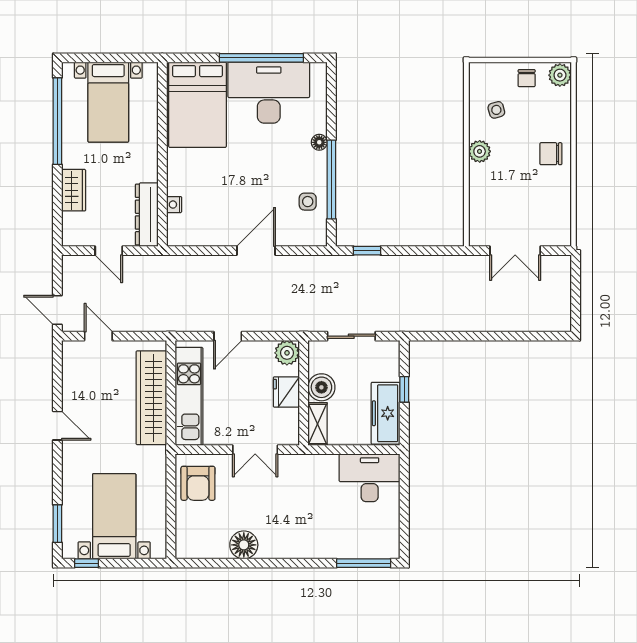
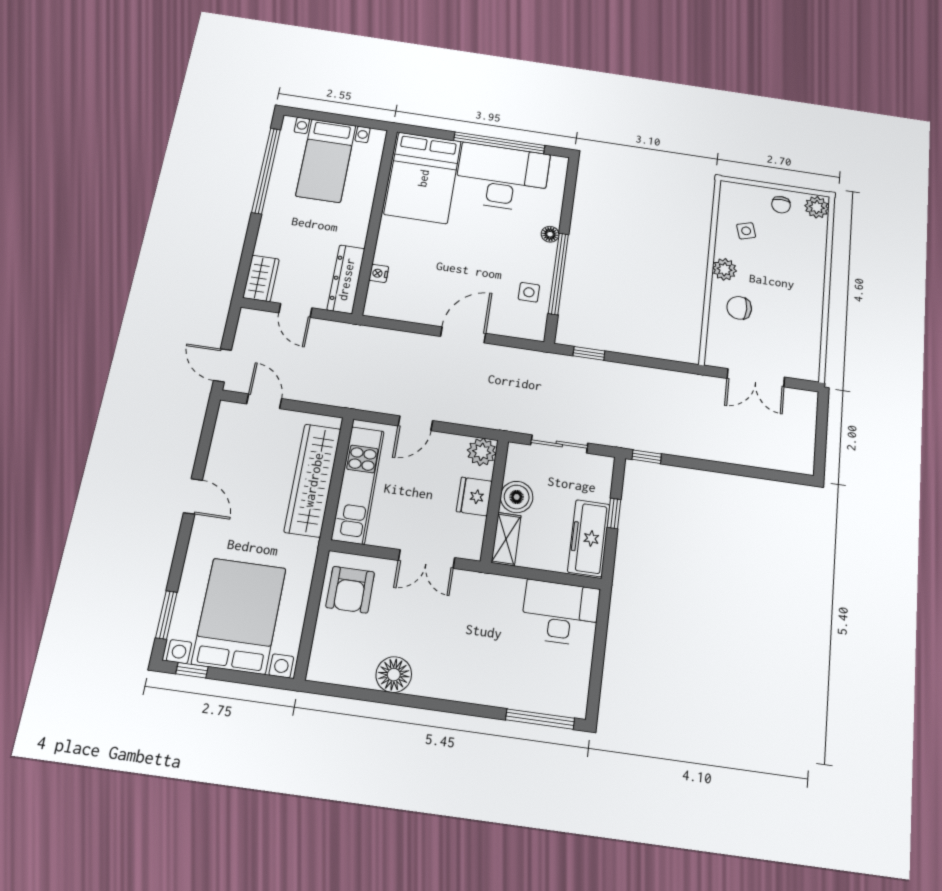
chair: (551, 154) -> (739, 308), moved
wardrobe: (74, 190) -> (261, 278), moved
window: (427, 336) -> (647, 457), added
bed with nightstands: (114, 516) -> (239, 616), width x1.36

